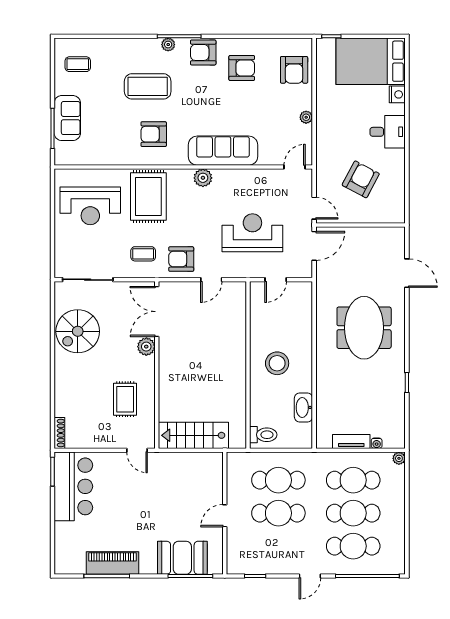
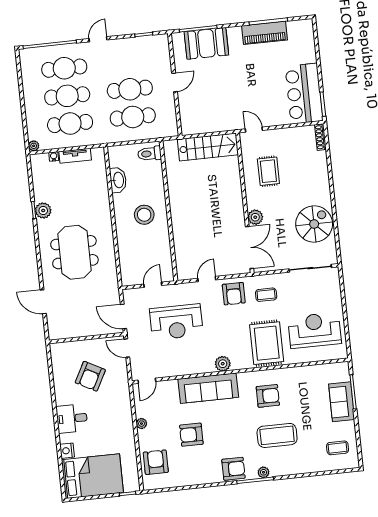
armchair: (242, 68) -> (191, 435), moved
door: (314, 246) -> (123, 316), hinge flipped
armchair: (181, 259) -> (234, 294), turned 90
plant: (396, 381) -> (43, 211), added

